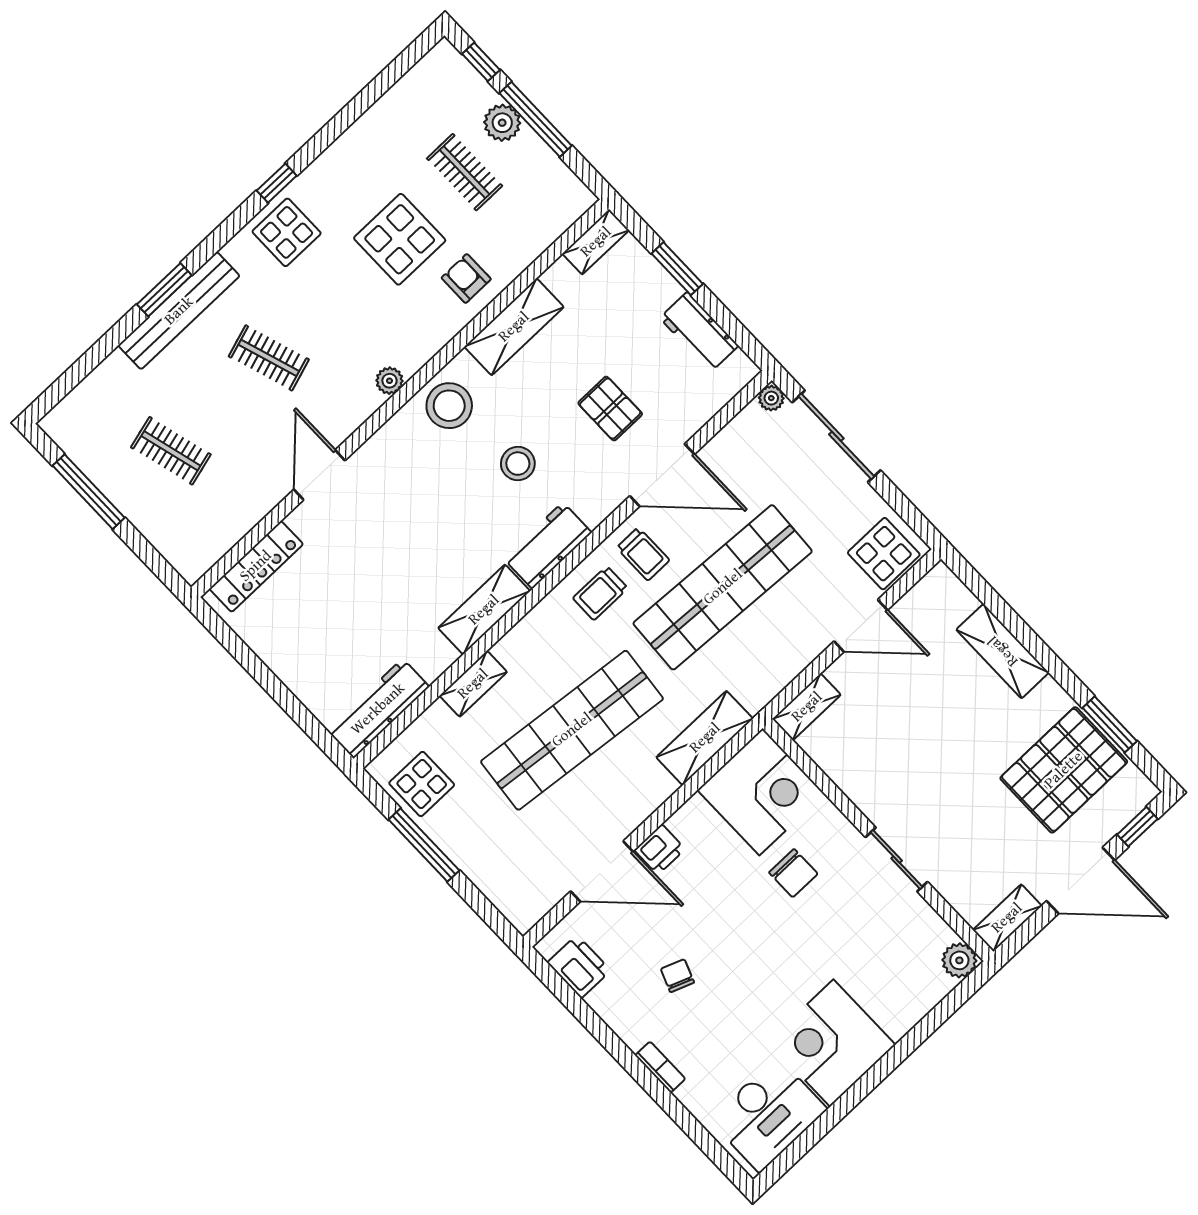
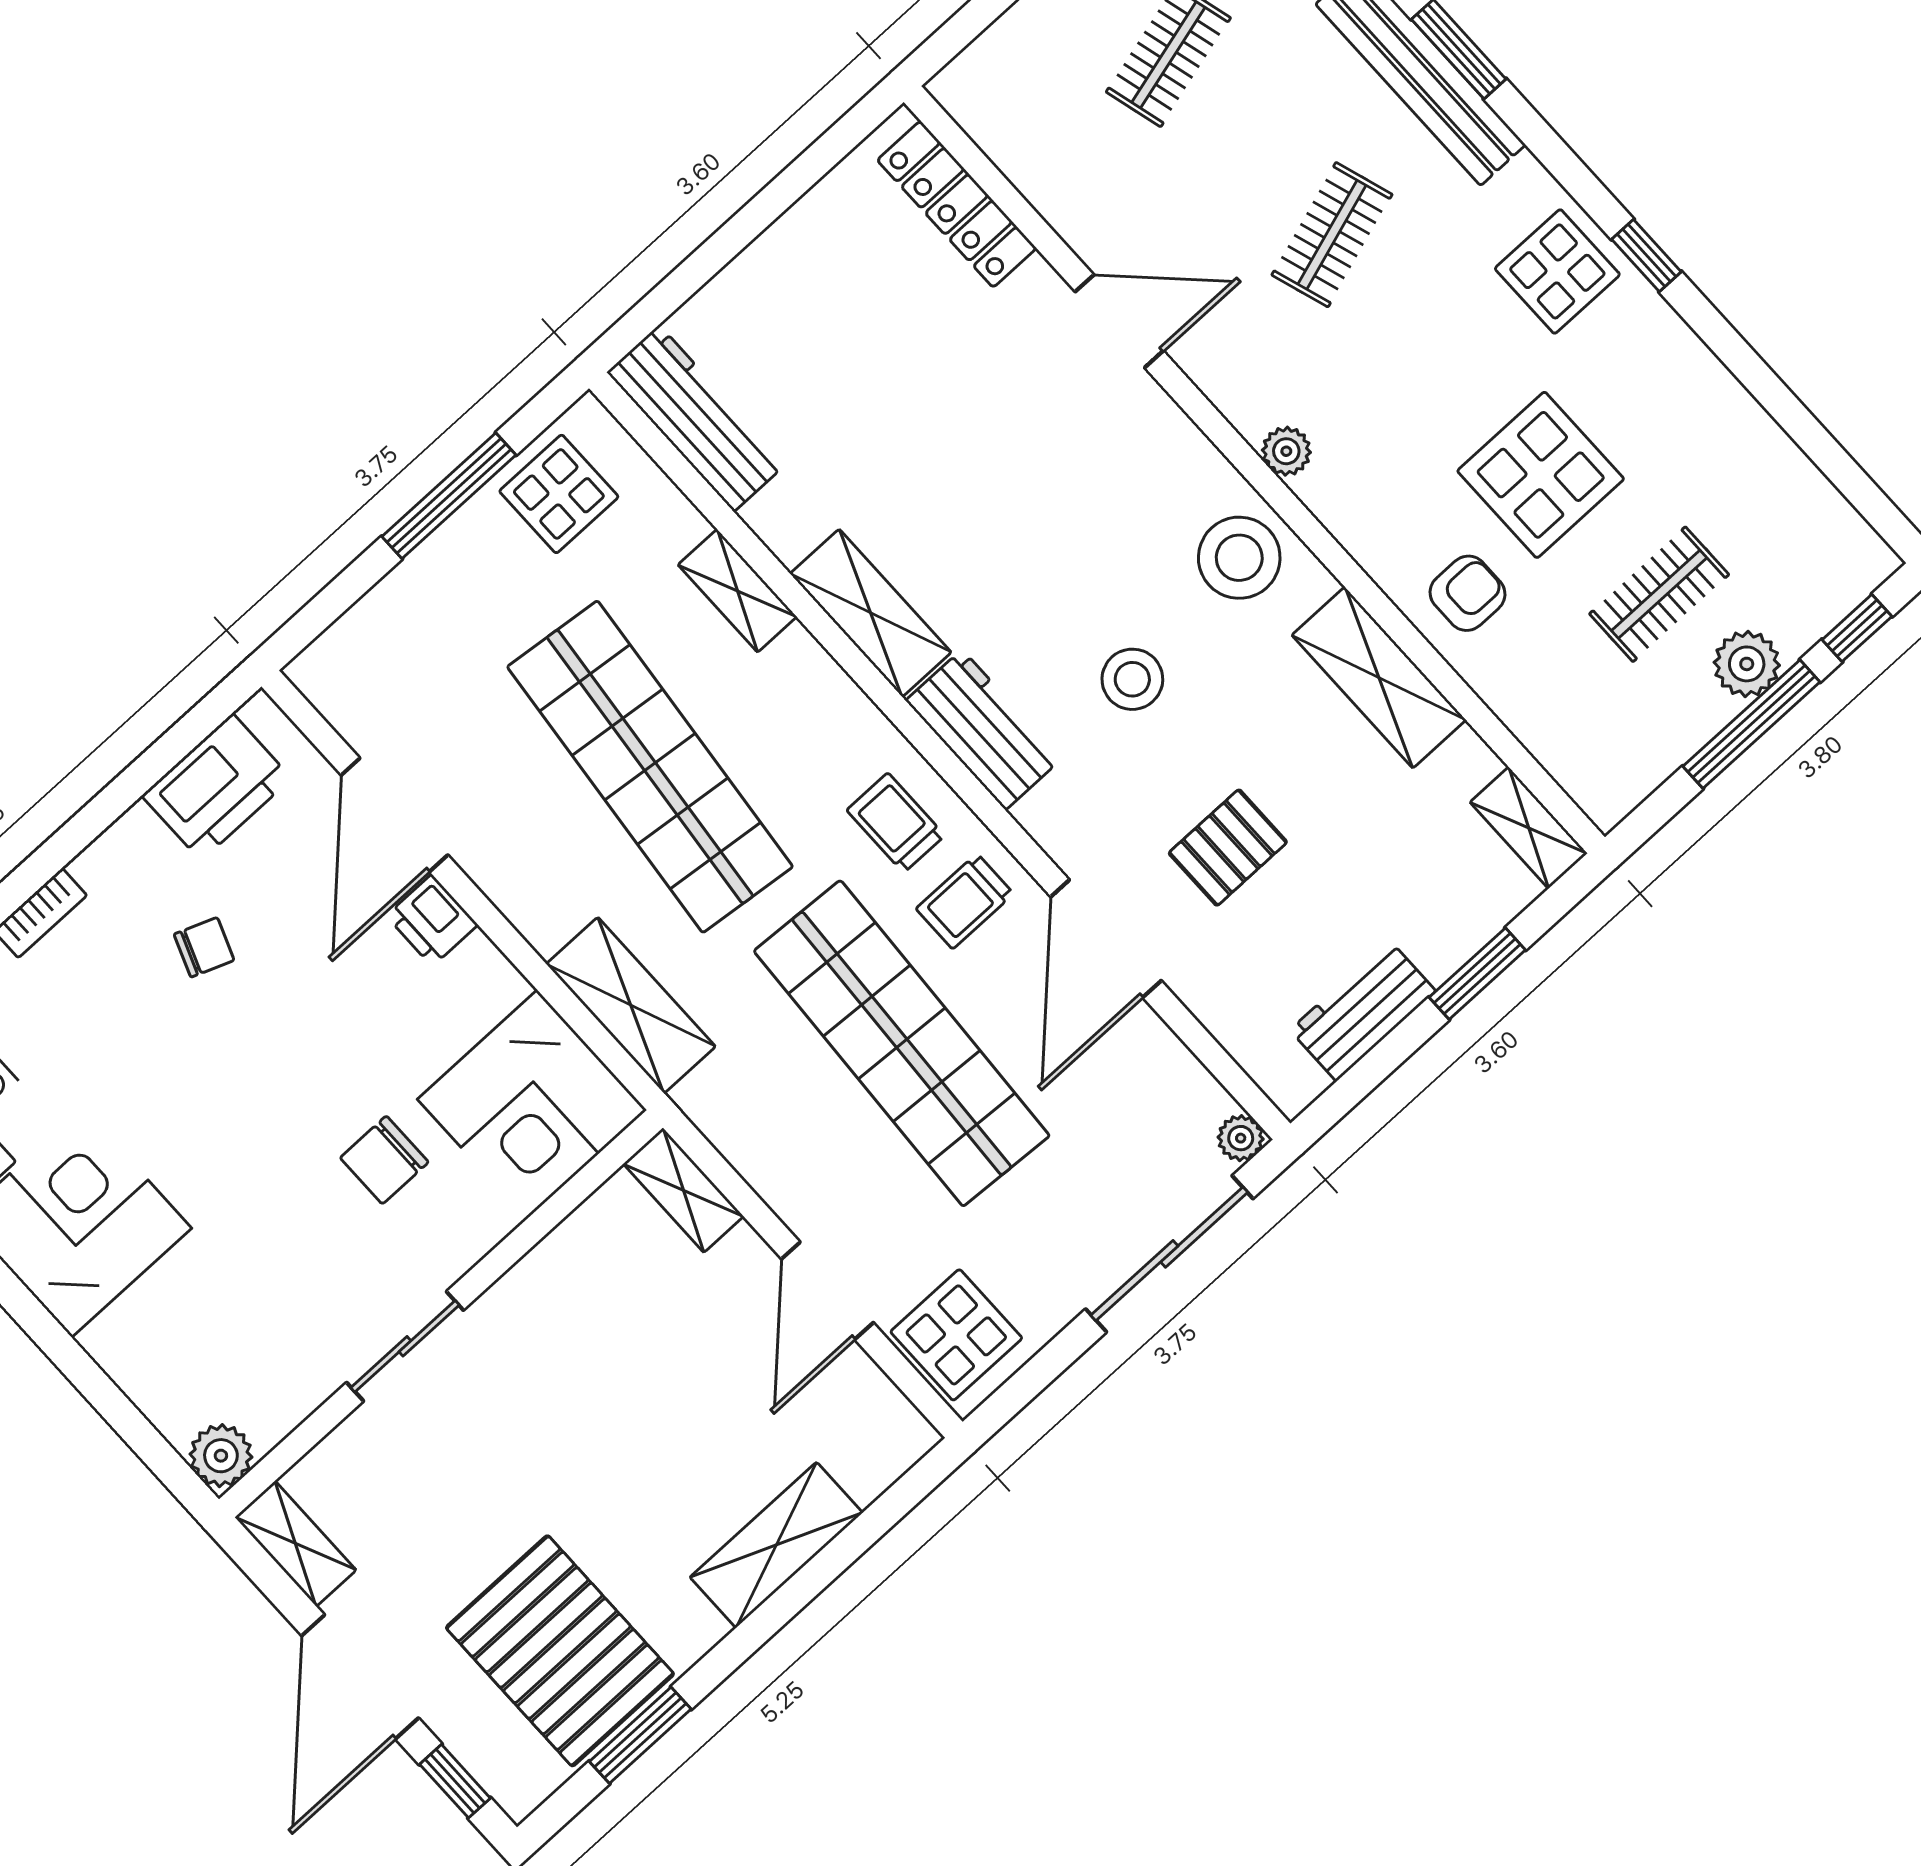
printer: (579, 967) -> (217, 787), width x1.37, depth x1.19

